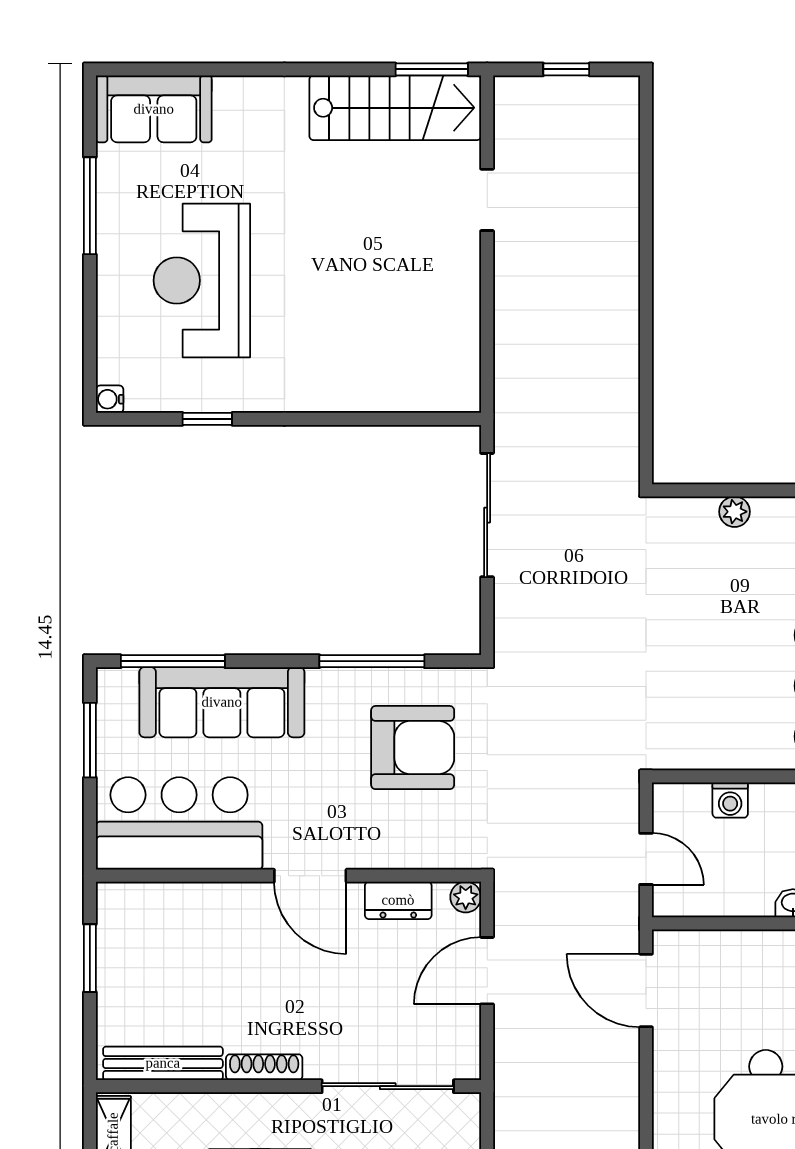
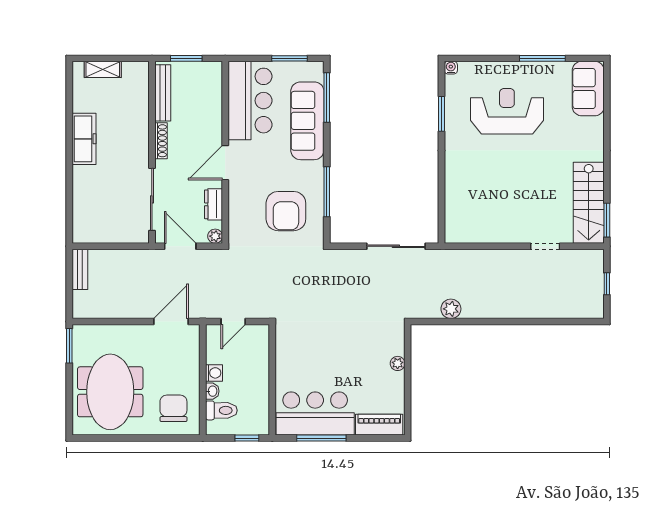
plant: (619, 399) -> (451, 309), added
window: (207, 419) -> (441, 114), width x1.50
washing machine: (730, 800) -> (214, 373), moved, turned 180
bench: (163, 1063) -> (163, 93), moved
shoe rack: (264, 1067) -> (161, 141), moved
wall: (288, 1086) -> (152, 152), moved
sliding door: (388, 1086) -> (152, 199), moved

